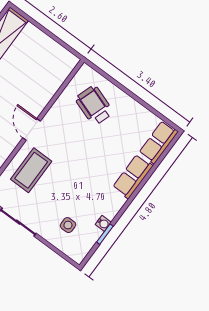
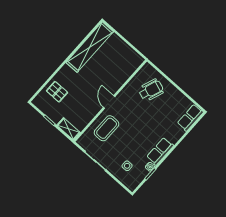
wheelchair: (94, 105) -> (151, 90), turned 91
row of seats: (133, 176) -> (160, 151), moved

